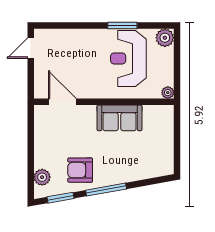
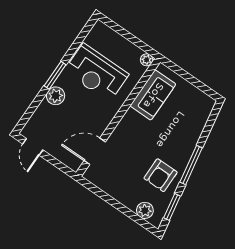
window: (122, 26) -> (55, 75), moved
plant: (165, 38) -> (56, 96), moved
sofa: (119, 118) -> (153, 95), moved

